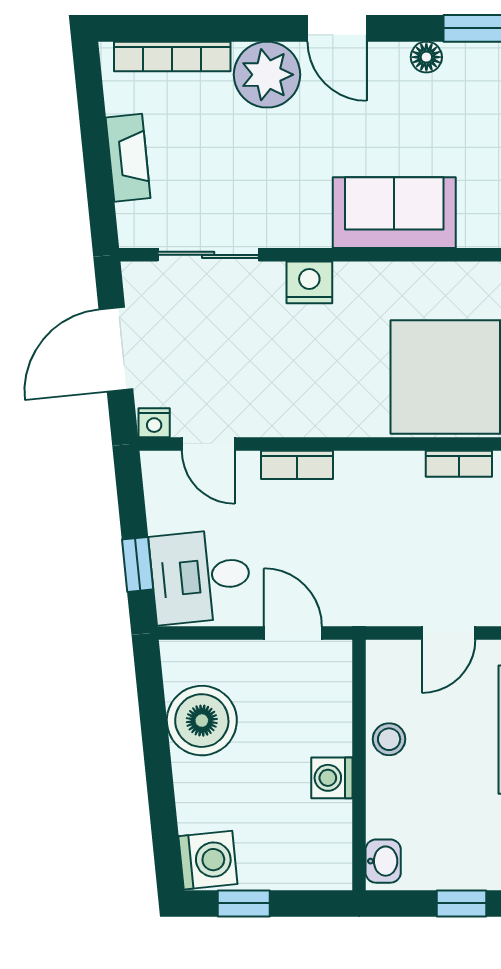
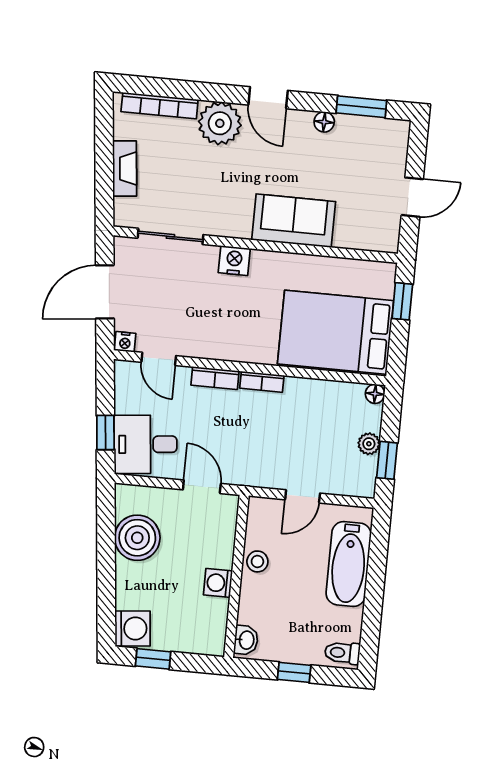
bookcase: (459, 464) -> (262, 382), moved

